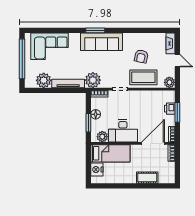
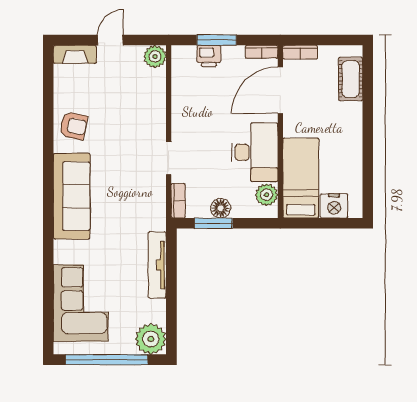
window: (95, 30) -> (48, 209), removed
armchair: (141, 56) -> (73, 126), moved
coffee table: (143, 77) -> (145, 110), removed
plant: (44, 80) -> (151, 339), moved
plant: (93, 80) -> (150, 214), removed
window: (88, 123) -> (213, 223), moved
door: (153, 143) -> (280, 90), hinge flipped
cot: (147, 178) -> (351, 79), moved

